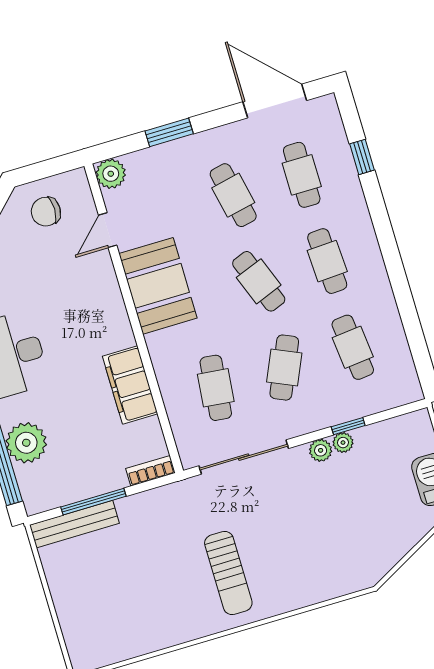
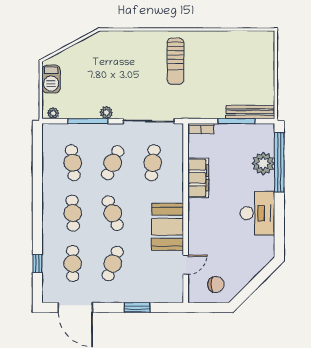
plant: (111, 174) -> (175, 295), removed
cafe table: (233, 195) -> (113, 264), turned 33
window: (348, 426) -> (88, 121), width x2.17
plant: (343, 443) -> (53, 113), moved
sun lounger: (228, 573) -> (175, 61), turned 180

